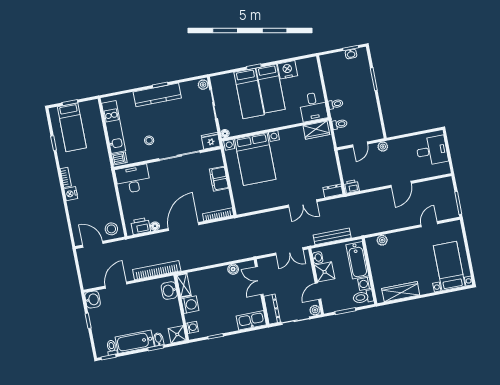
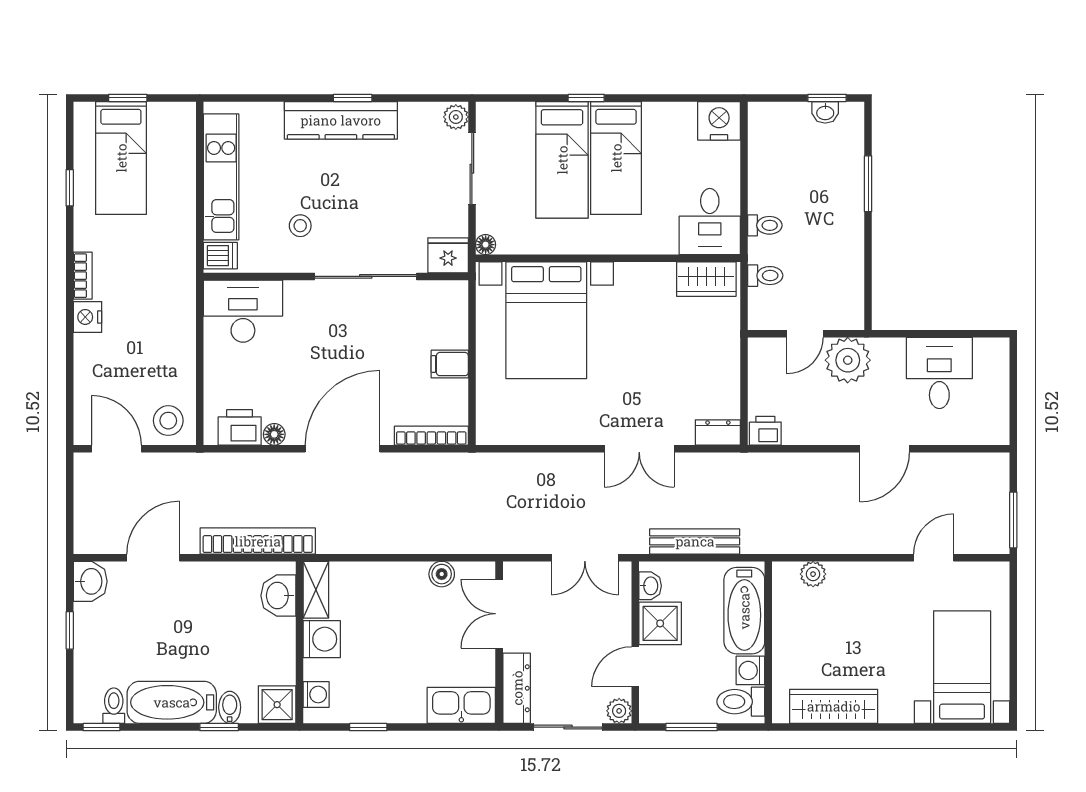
nightstand: (287, 70) -> (719, 121), moved
plant: (383, 147) -> (848, 360), width x1.88, depth x1.88
desk: (432, 151) -> (939, 373), moved, turned -90
filing cabinet: (219, 179) -> (450, 364), width x0.50

